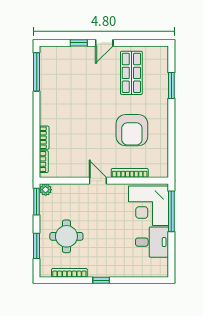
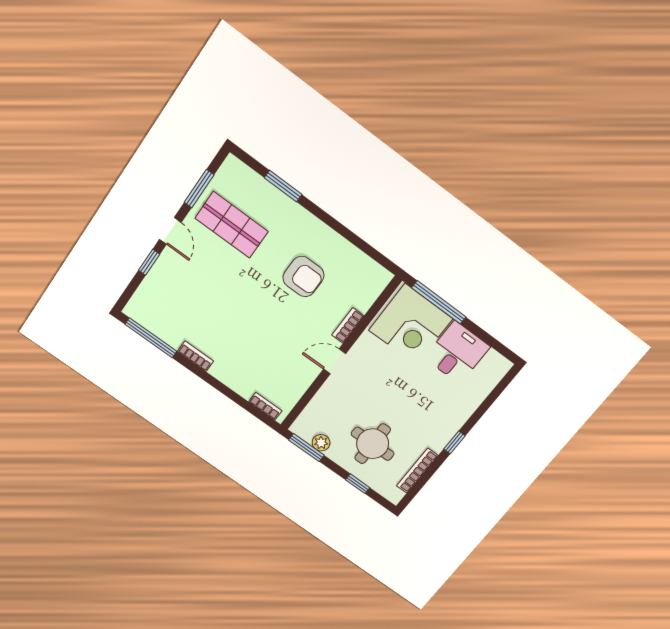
window: (138, 43) -> (199, 189), added
armchair: (132, 130) -> (303, 277), width x0.73, depth x0.73
bookcase: (44, 138) -> (195, 356), moved
bookcase: (130, 173) -> (348, 325), width x0.64
plant: (46, 190) -> (321, 443), moved
window: (37, 246) -> (358, 484), width x0.67

